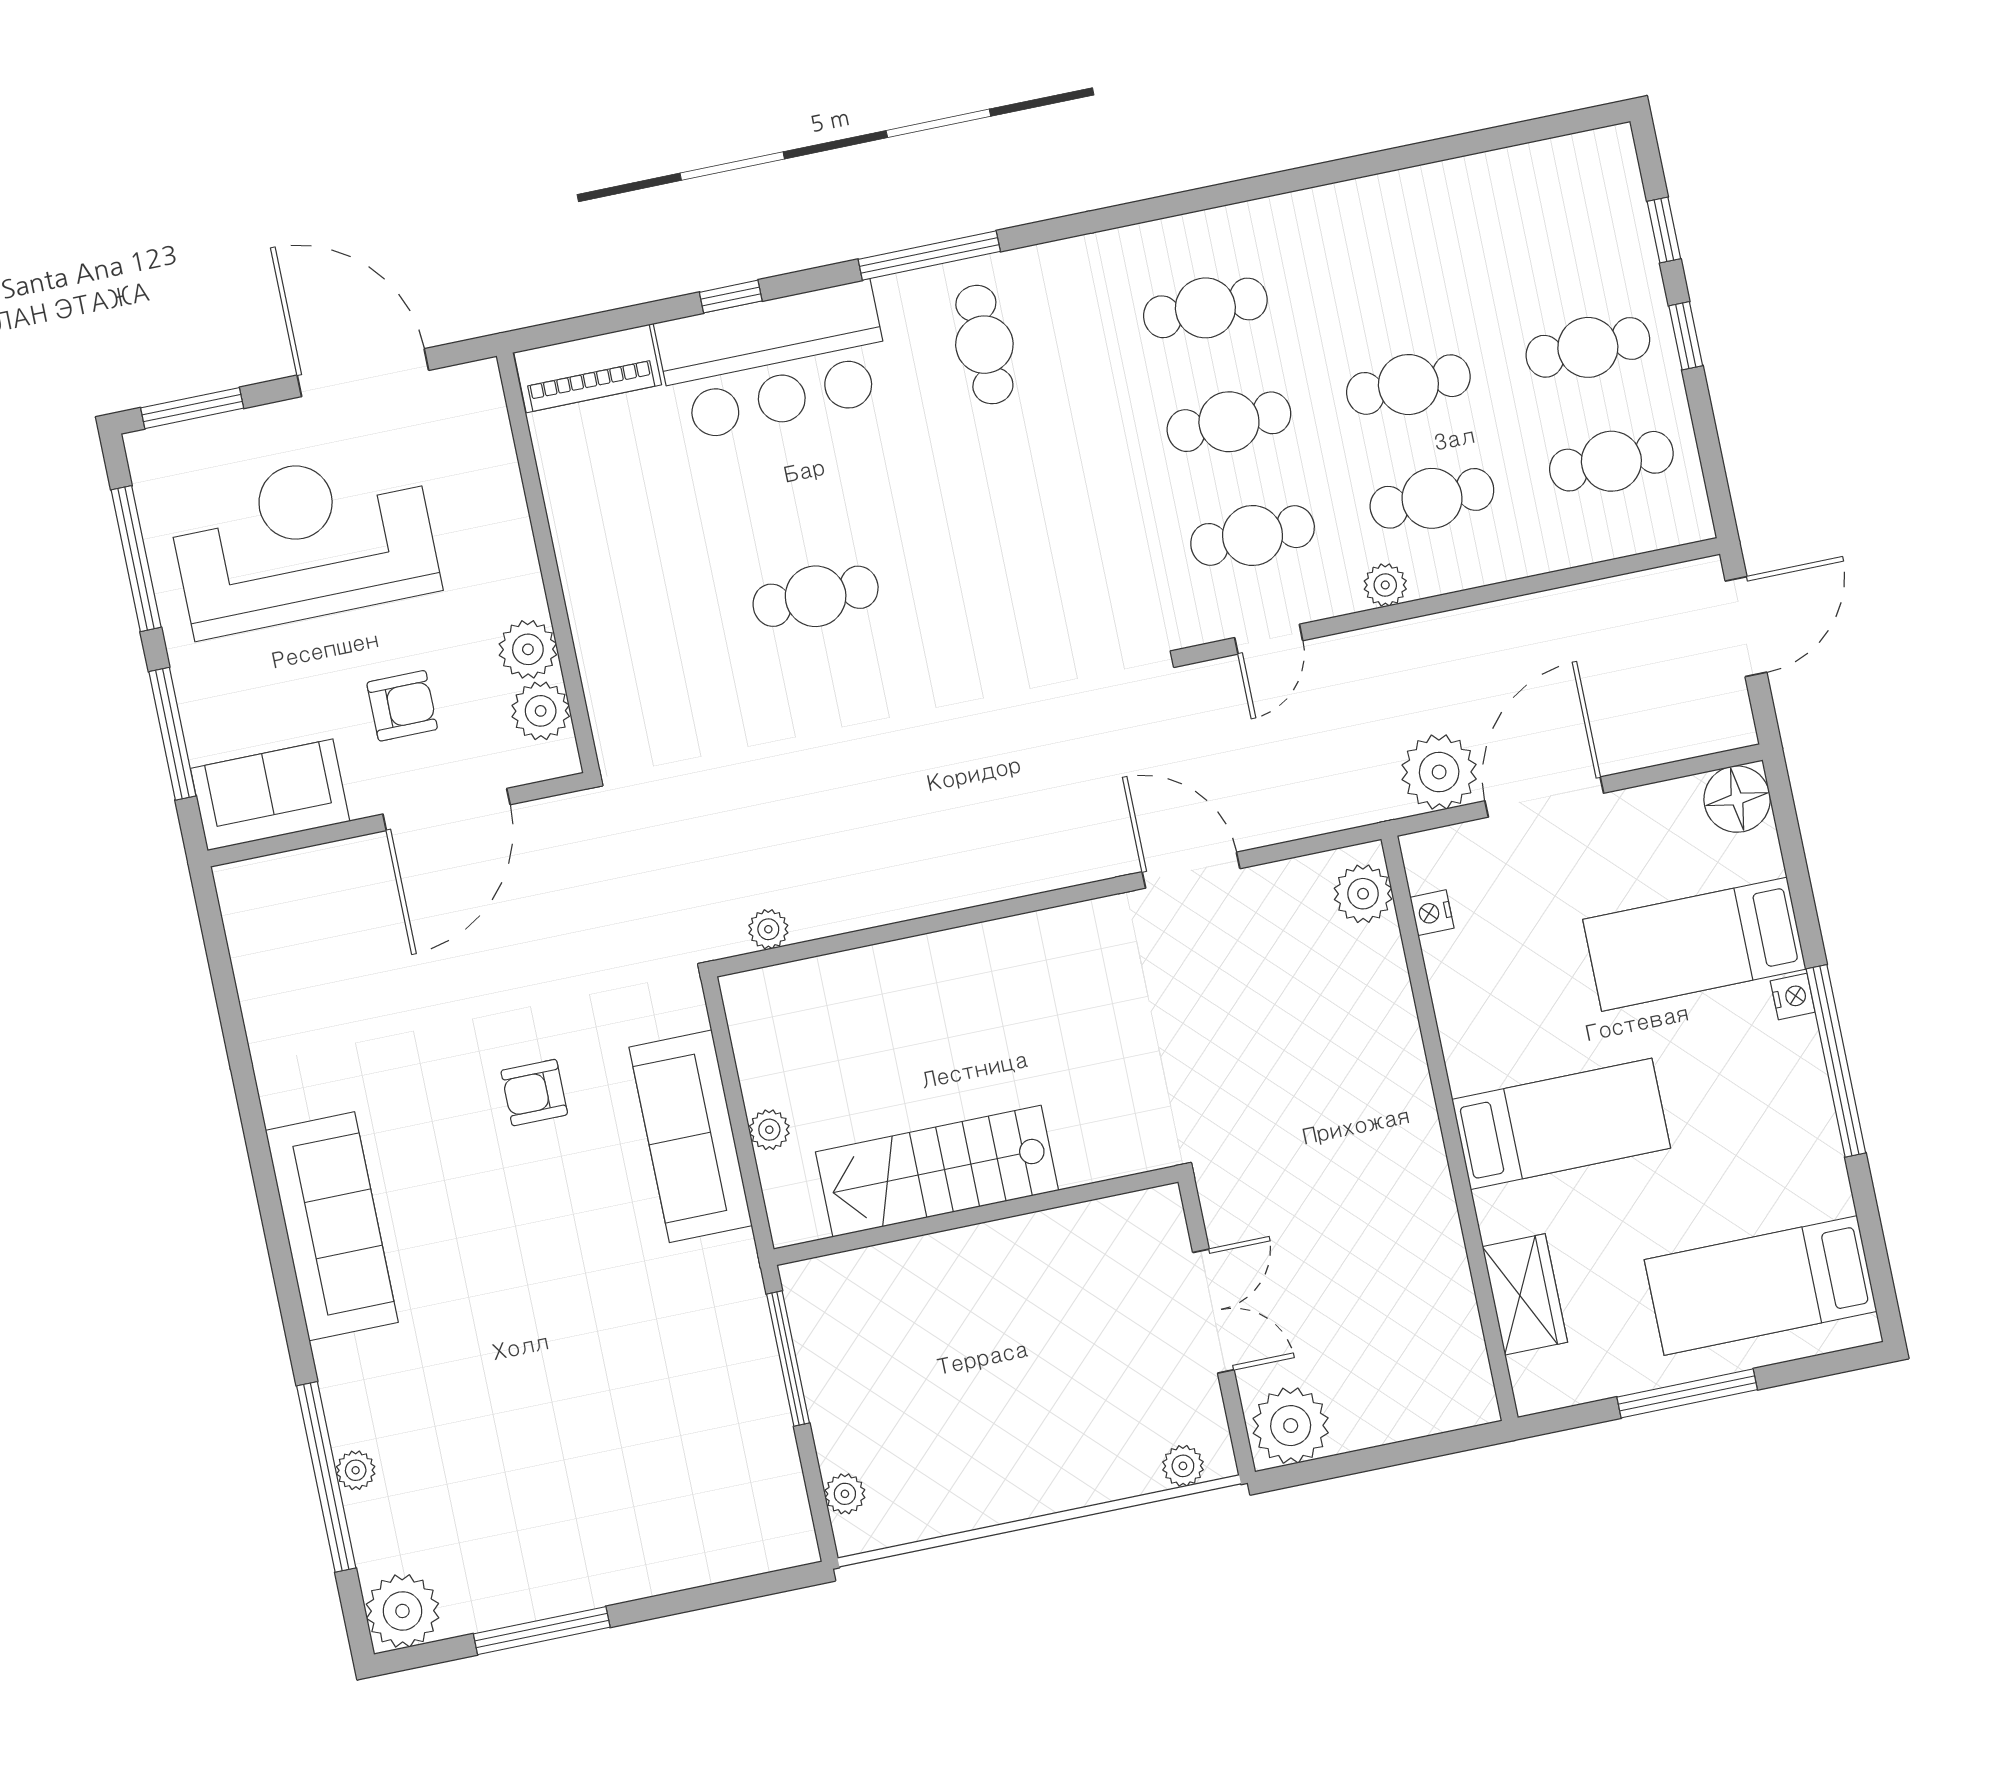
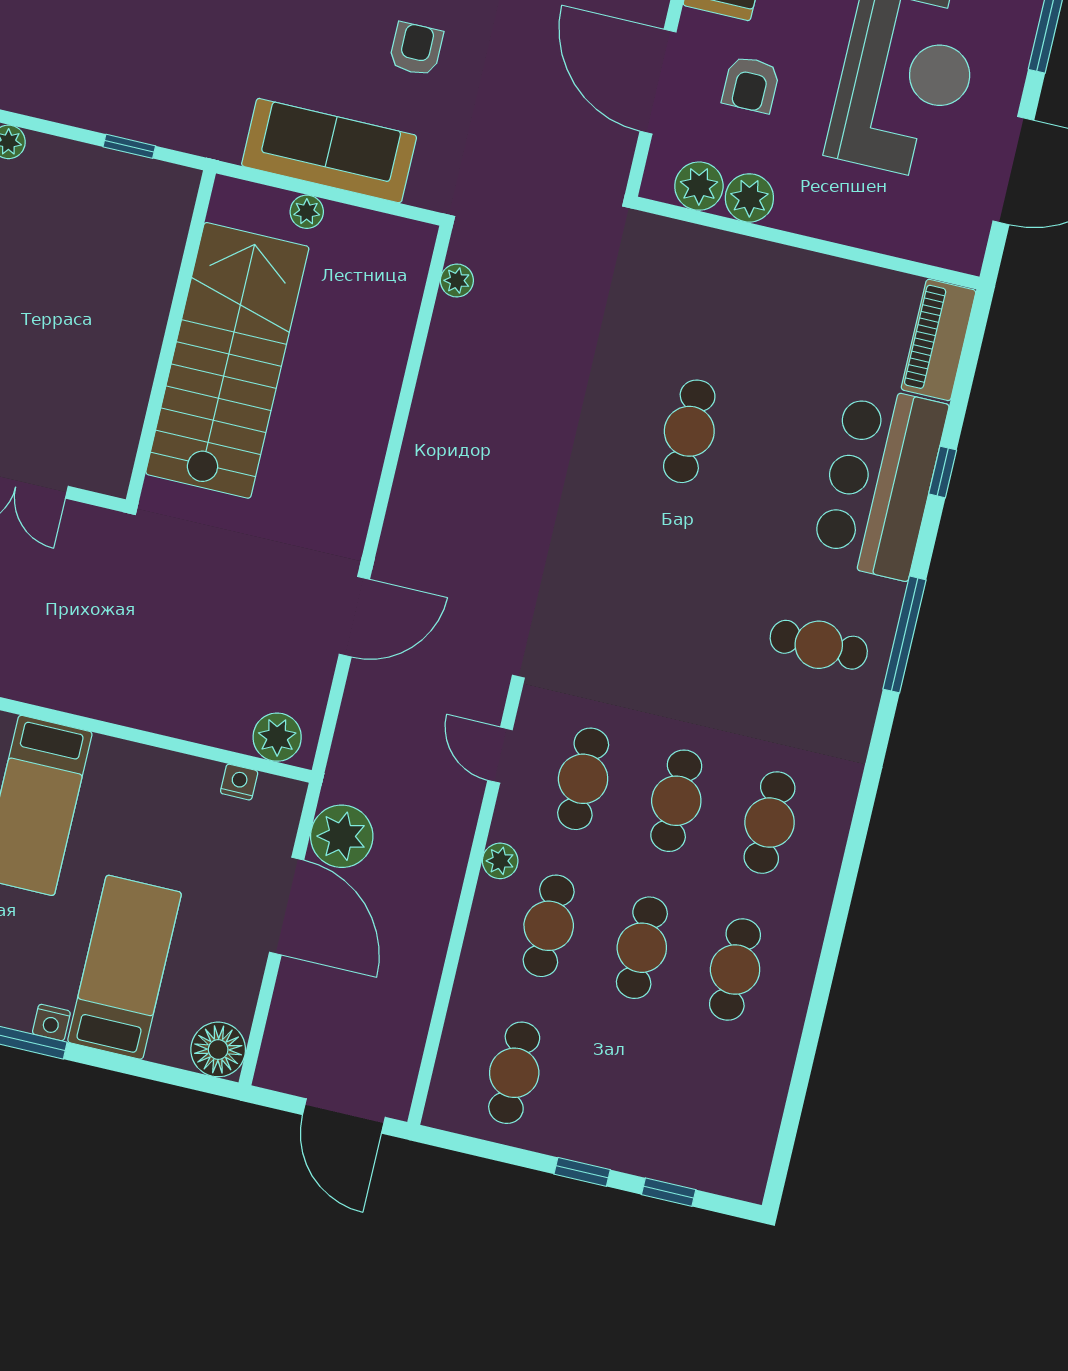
cafe table: (1588, 347) -> (735, 970), moved
stairs: (937, 1171) -> (227, 360), width x1.36, depth x1.51
window: (788, 1359) -> (129, 146), width x0.46

